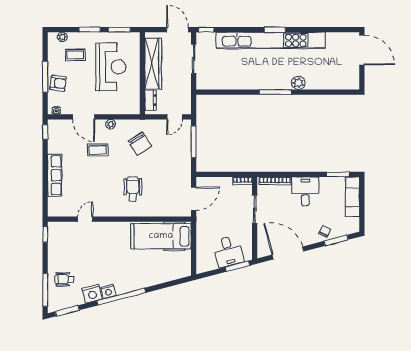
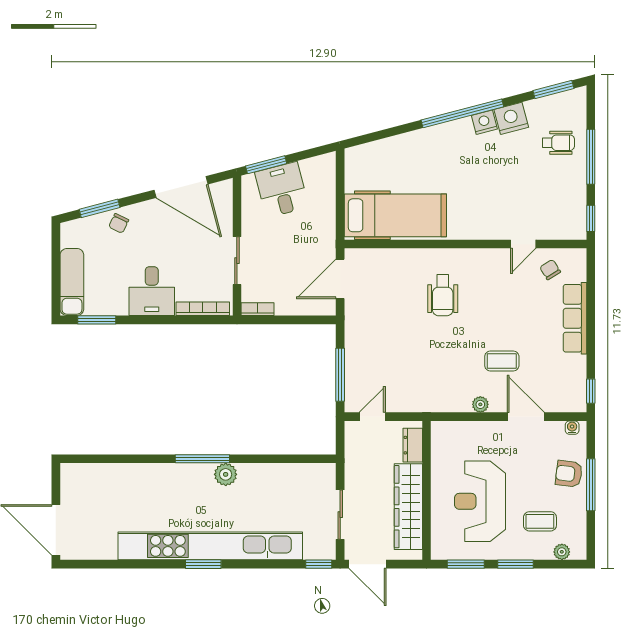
plant: (298, 83) -> (226, 474), moved
chair: (140, 144) -> (550, 270), moved, width x0.54, depth x0.54
window: (45, 290) -> (591, 157), moved

